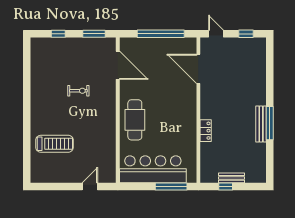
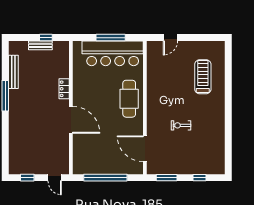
door: (198, 69) -> (71, 120), moved
bench: (261, 124) -> (13, 72), moved
treadmill: (55, 144) -> (203, 77), turned 90
window: (171, 186) -> (111, 38), moved

